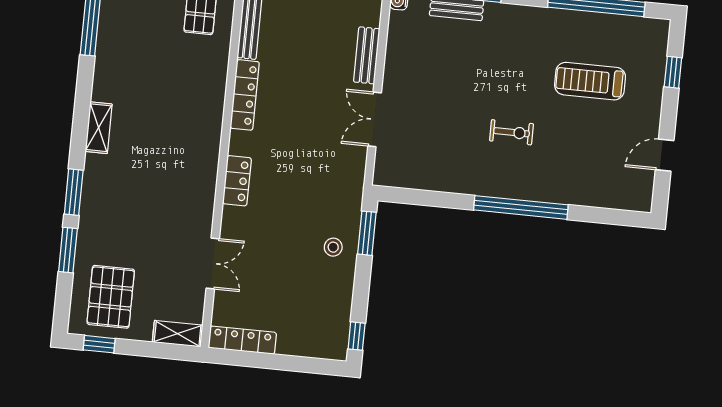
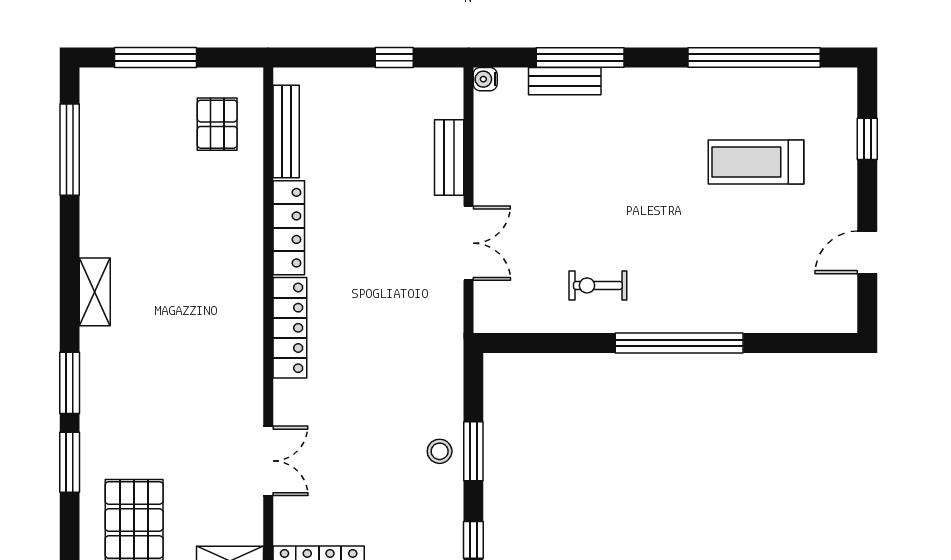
double door: (375, 119) -> (468, 243), swing flipped
exercise bike: (512, 132) -> (598, 285), moved, turned 180
locker: (237, 181) -> (290, 328), width x1.53
window: (367, 233) -> (473, 451), moved
stool: (333, 247) -> (440, 451), moved

